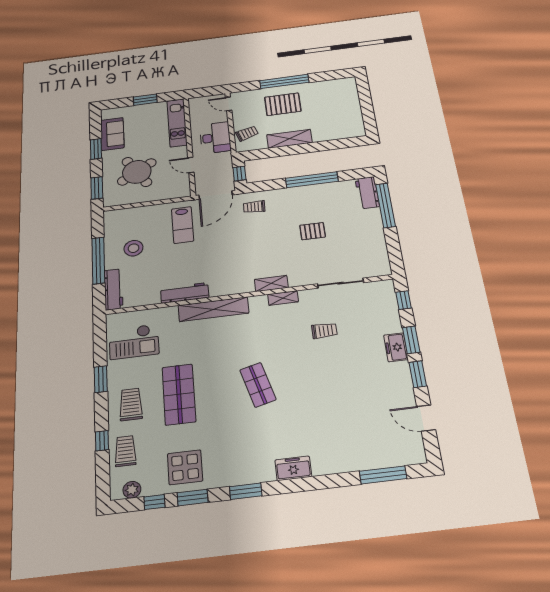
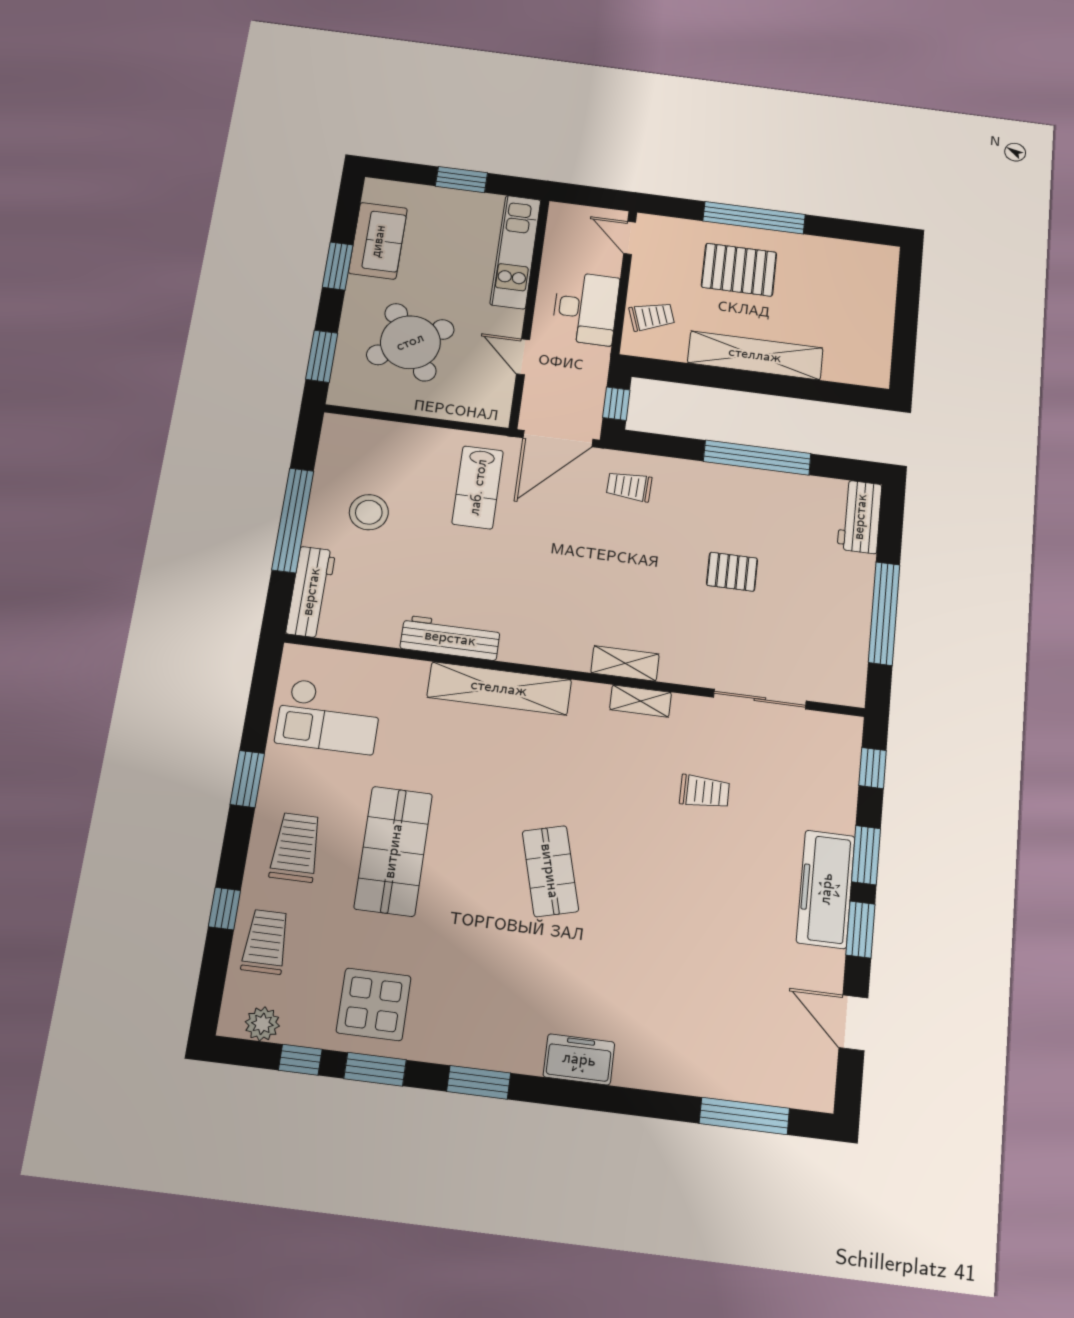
shelving: (289, 139) -> (755, 355), width x1.47
window: (385, 205) -> (884, 613), moved
freezer: (396, 347) -> (826, 889), width x1.91, depth x1.26

